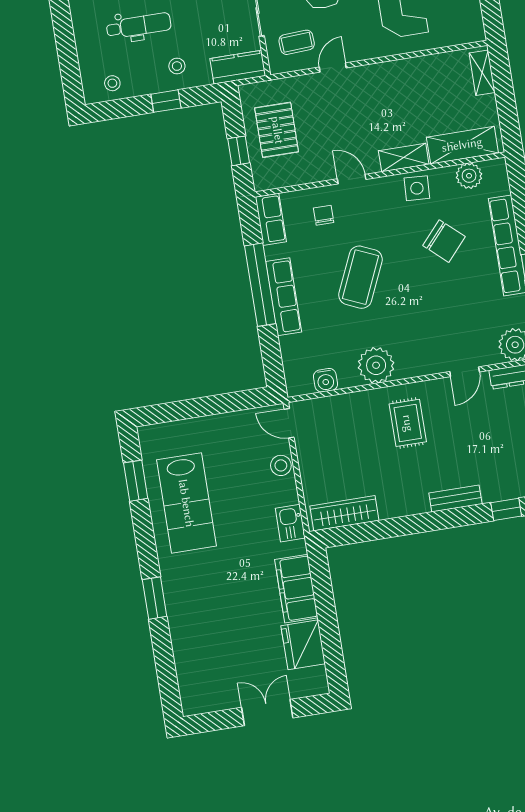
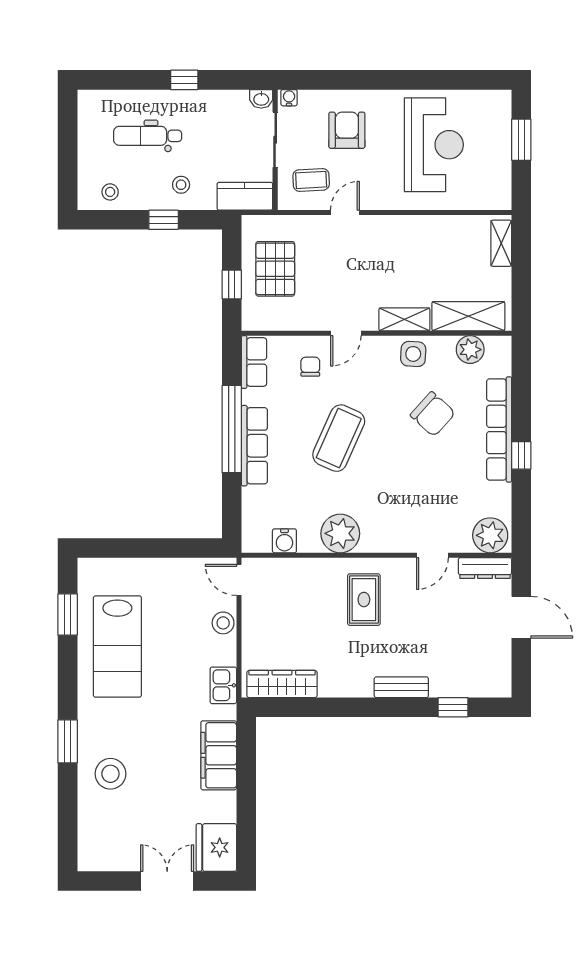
dental chair: (139, 26) -> (148, 136), turned 180
door: (352, 179) -> (346, 333), swing flipped
stool: (199, 622) -> (110, 774), added
fridge: (303, 645) -> (216, 847), moved

